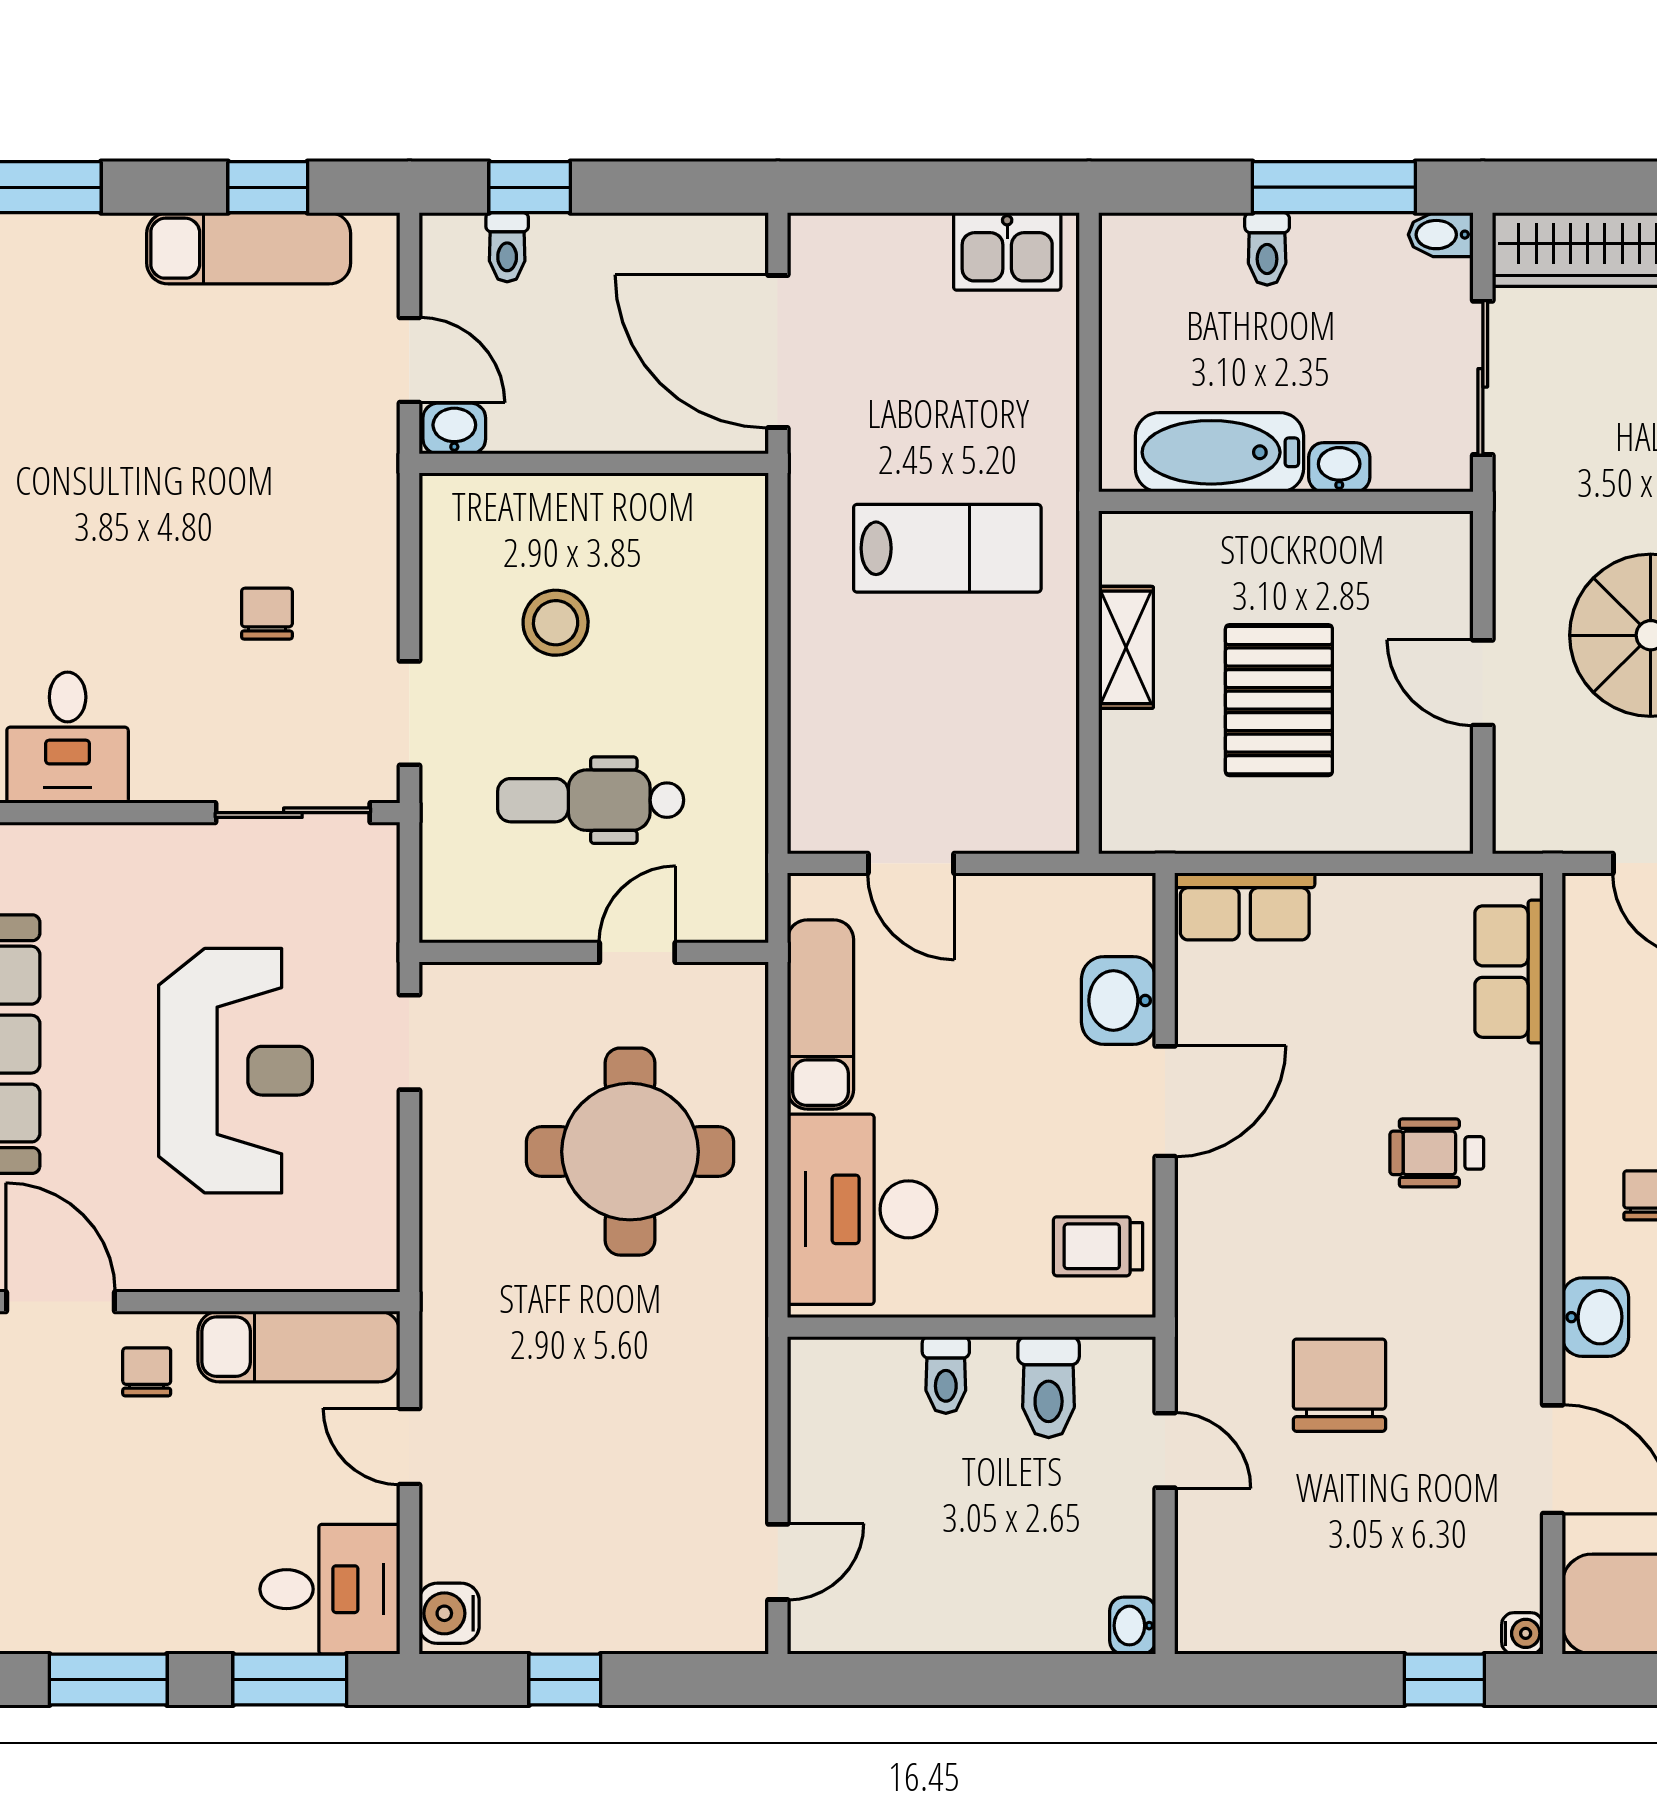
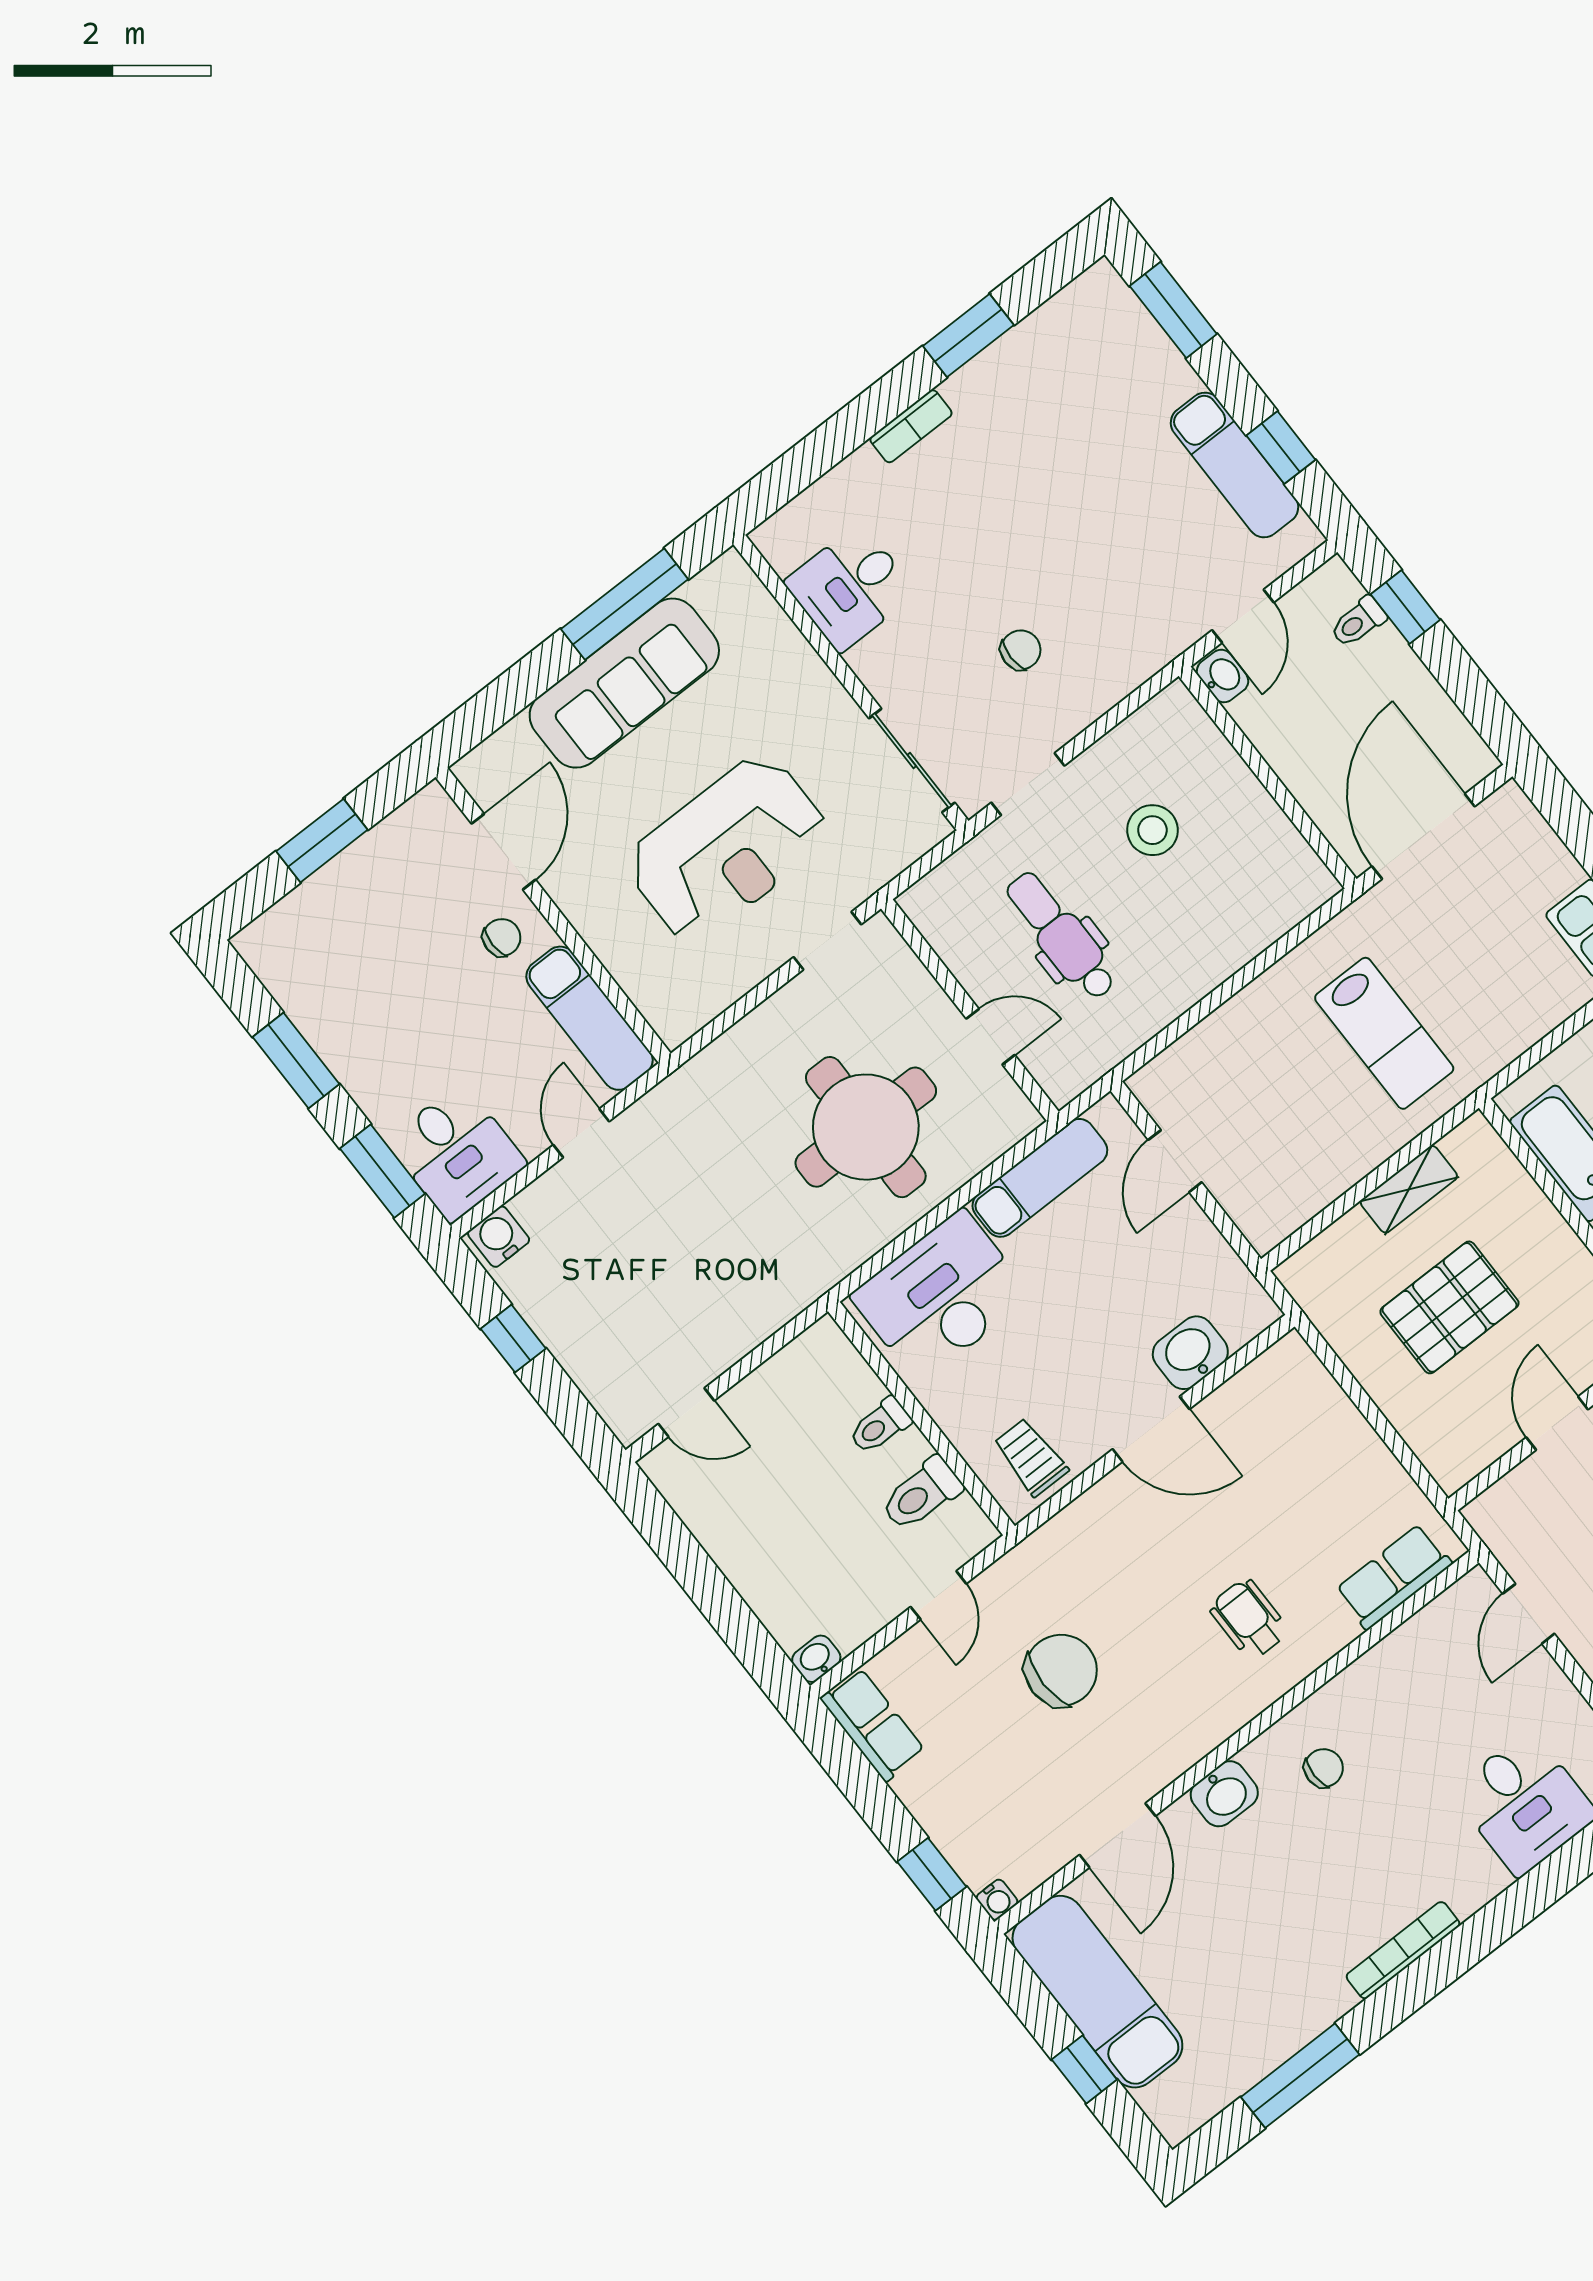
row of seats: (1245, 906) -> (873, 1725), moved, turned 180

